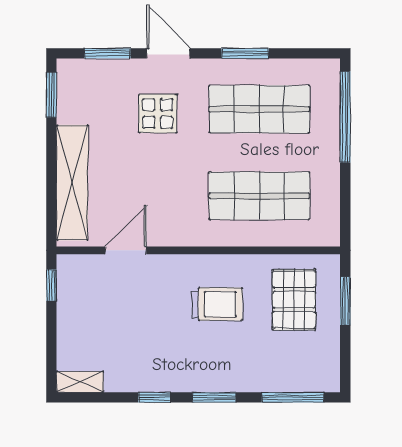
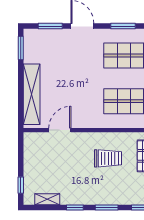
display table: (158, 113) -> (77, 58), removed
window: (51, 285) -> (21, 185), moved
shelving: (80, 382) -> (47, 199), moved

